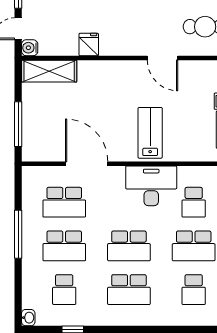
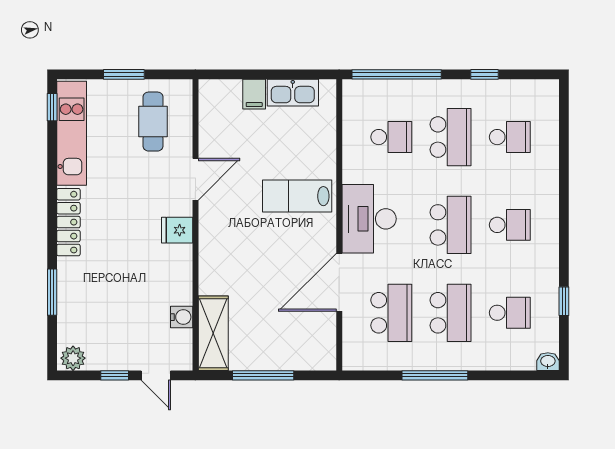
fridge: (89, 44) -> (177, 230), moved
water cooler: (30, 48) -> (182, 317), moved, turned -90
window: (18, 124) -> (263, 375), moved
desk: (151, 186) -> (369, 219), moved
school desk: (129, 290) -> (510, 225), width x0.54

